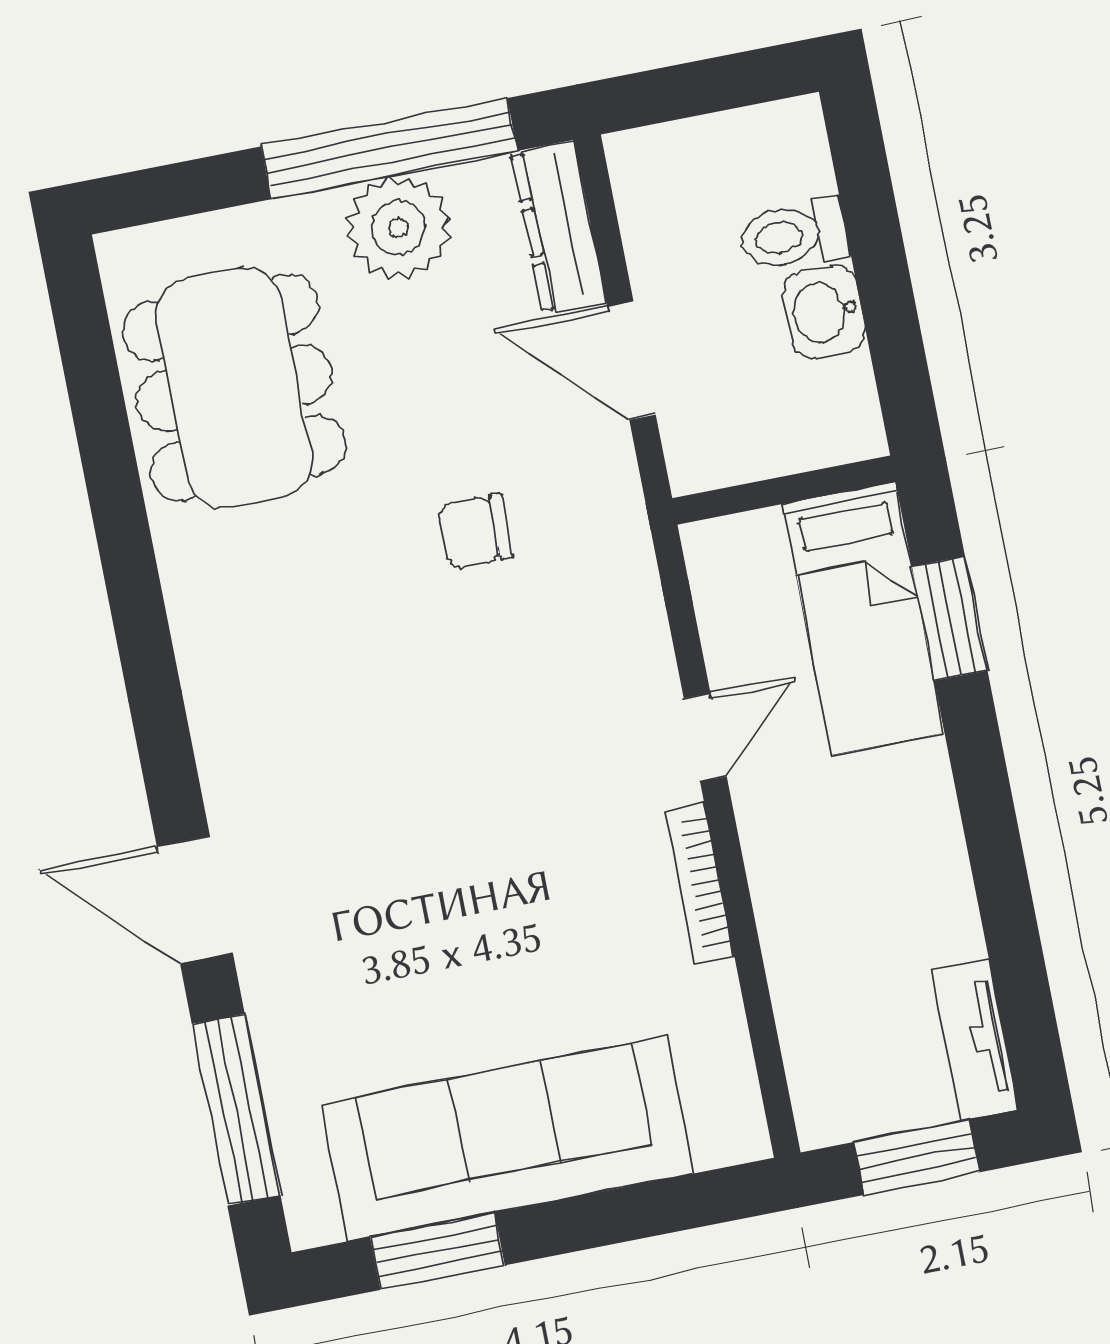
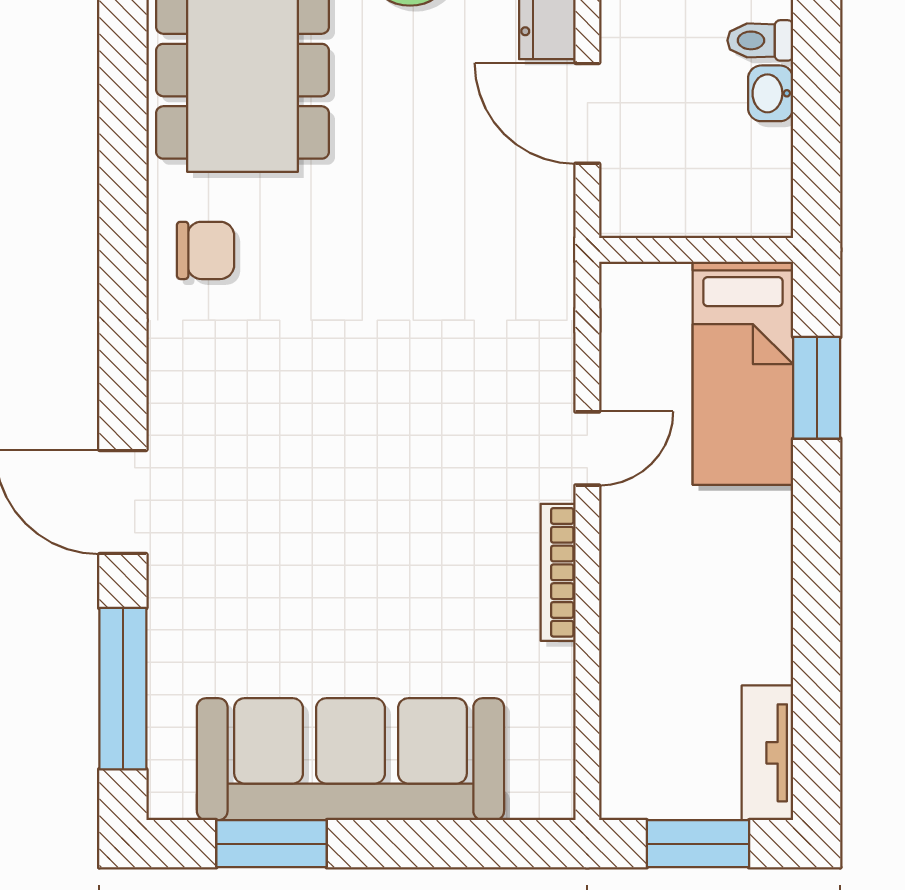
toilet: (794, 235) -> (760, 40), width x0.73, depth x0.72
washbasin: (824, 312) -> (771, 93), width x0.72, depth x0.69
chair: (476, 531) -> (206, 250), moved, turned 180

